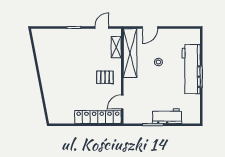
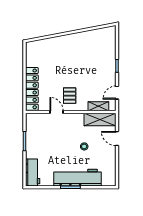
door: (102, 28) -> (117, 93), swing flipped
shelving: (130, 53) -> (100, 119), width x0.68
door: (122, 102) -> (57, 112), moved
workbench: (167, 116) -> (33, 172), moved

